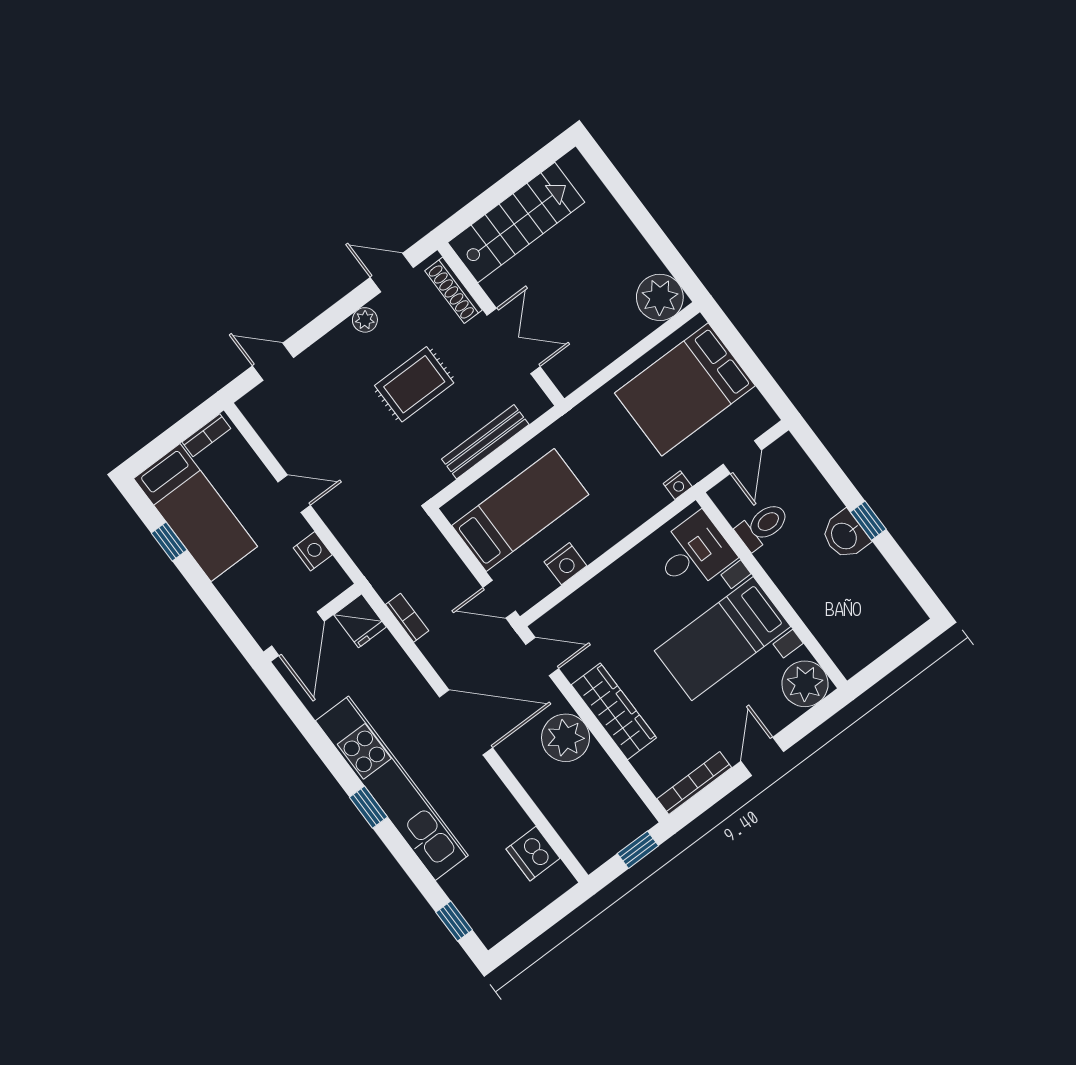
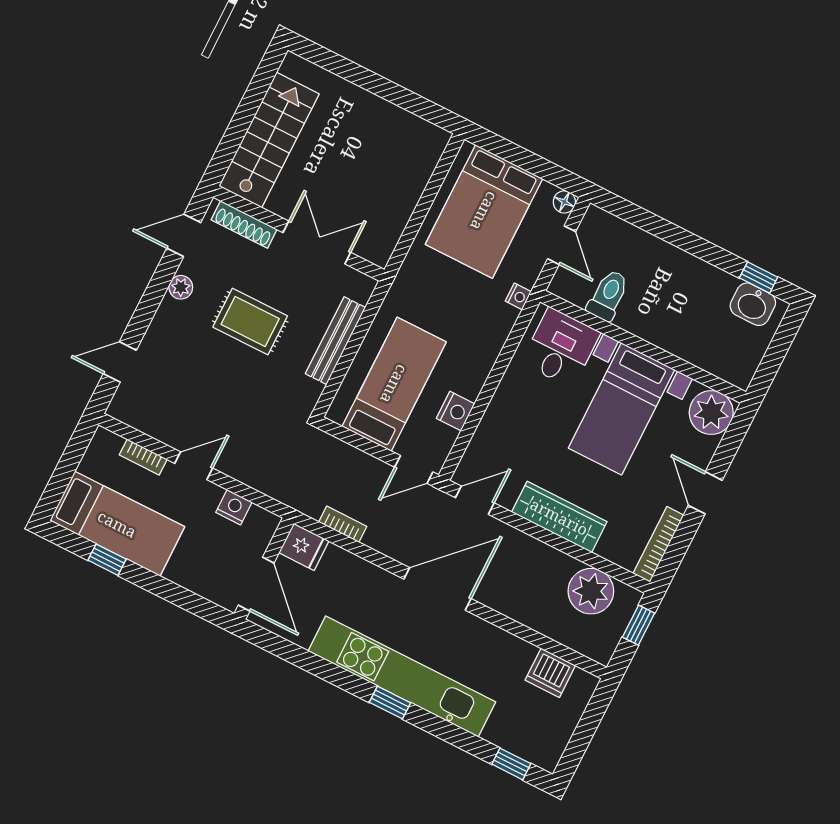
plant: (660, 297) -> (424, 143), removed
rug: (414, 384) -> (250, 322), turned 90
floor lamp: (765, 418) -> (564, 202), added
bookcase: (206, 435) -> (143, 457), moved, turned 90
window: (868, 521) -> (759, 278), moved
washbasin: (845, 535) -> (753, 304), moved
plant: (566, 738) -> (591, 591), moved

